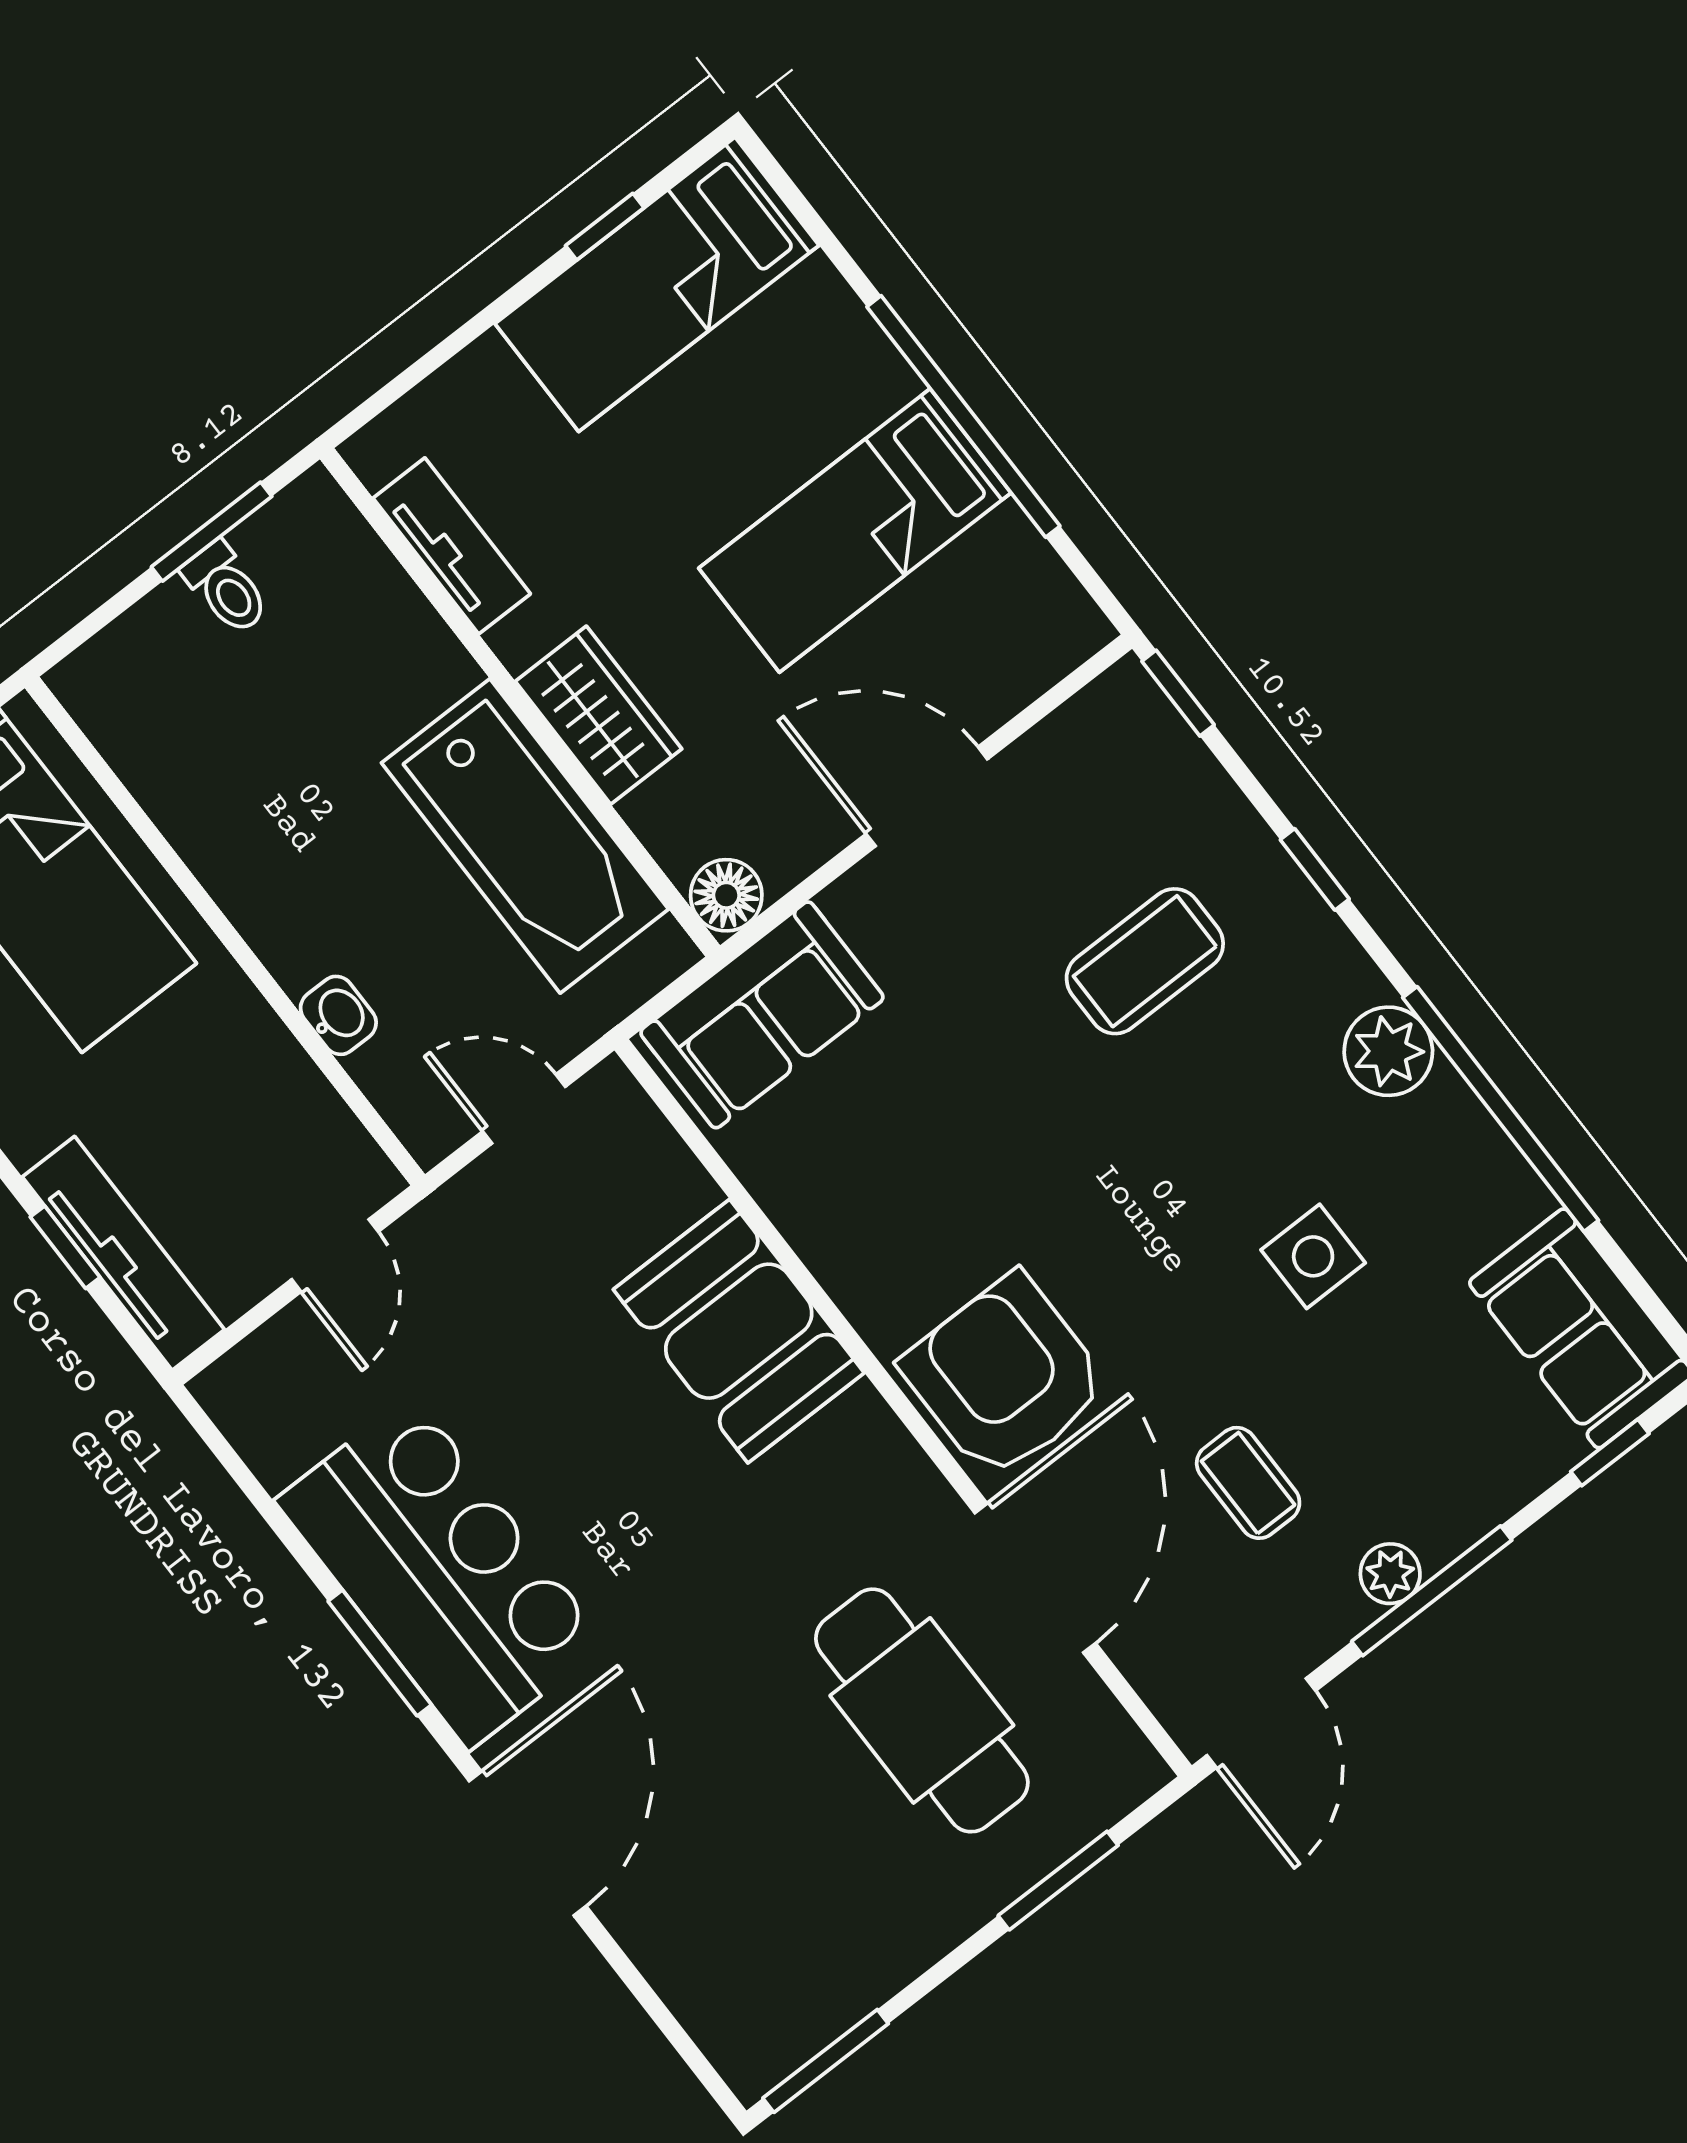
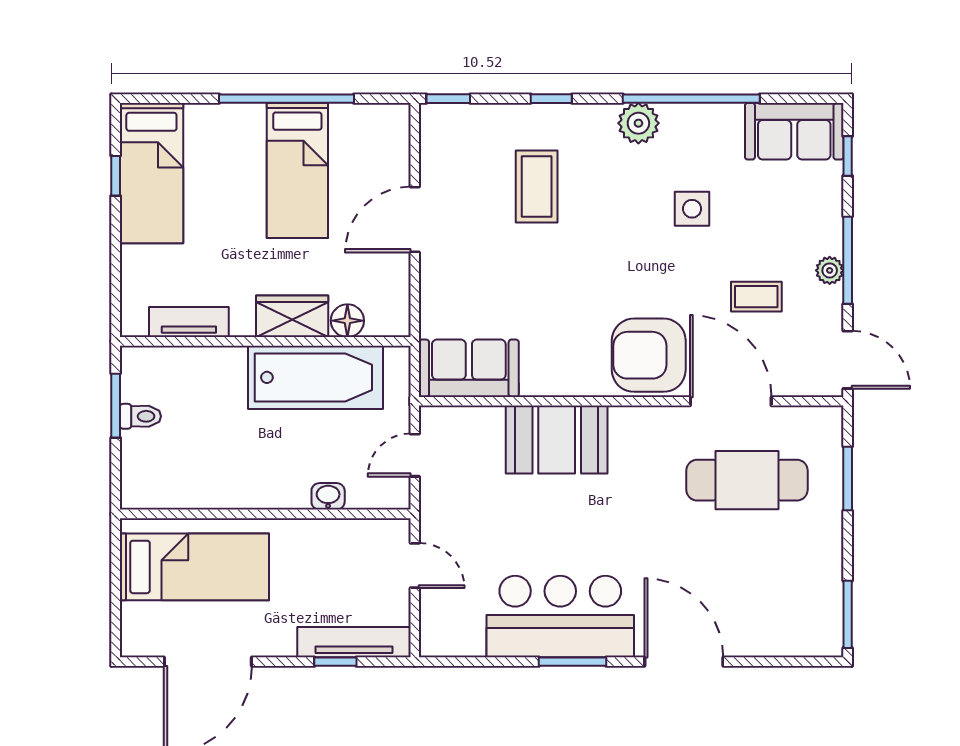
floor lamp: (726, 895) -> (347, 321), moved
sofa: (762, 1015) -> (469, 368), moved, turned -90

